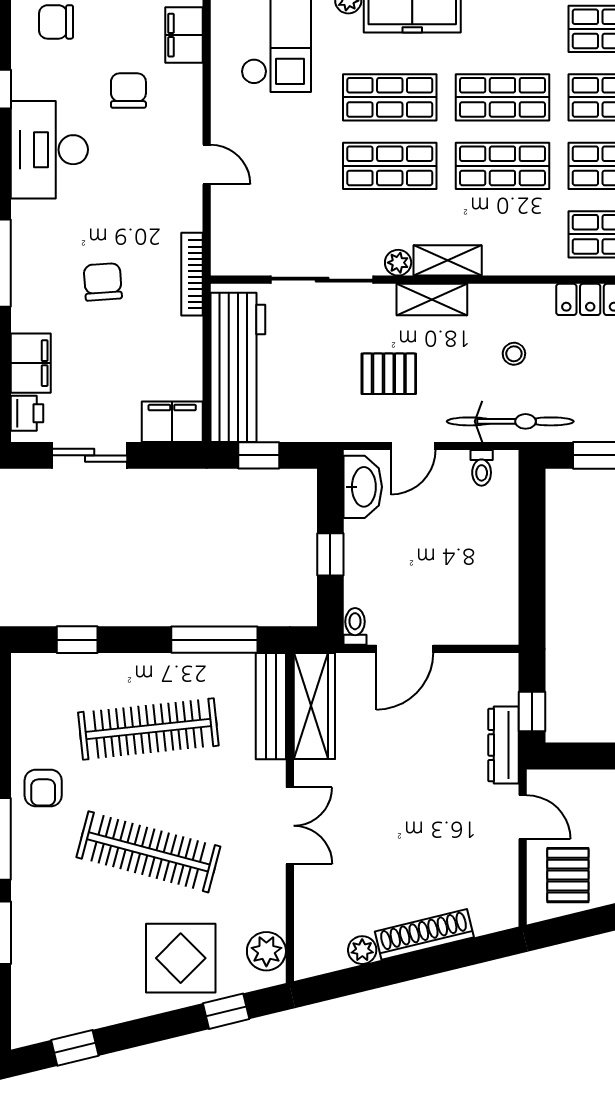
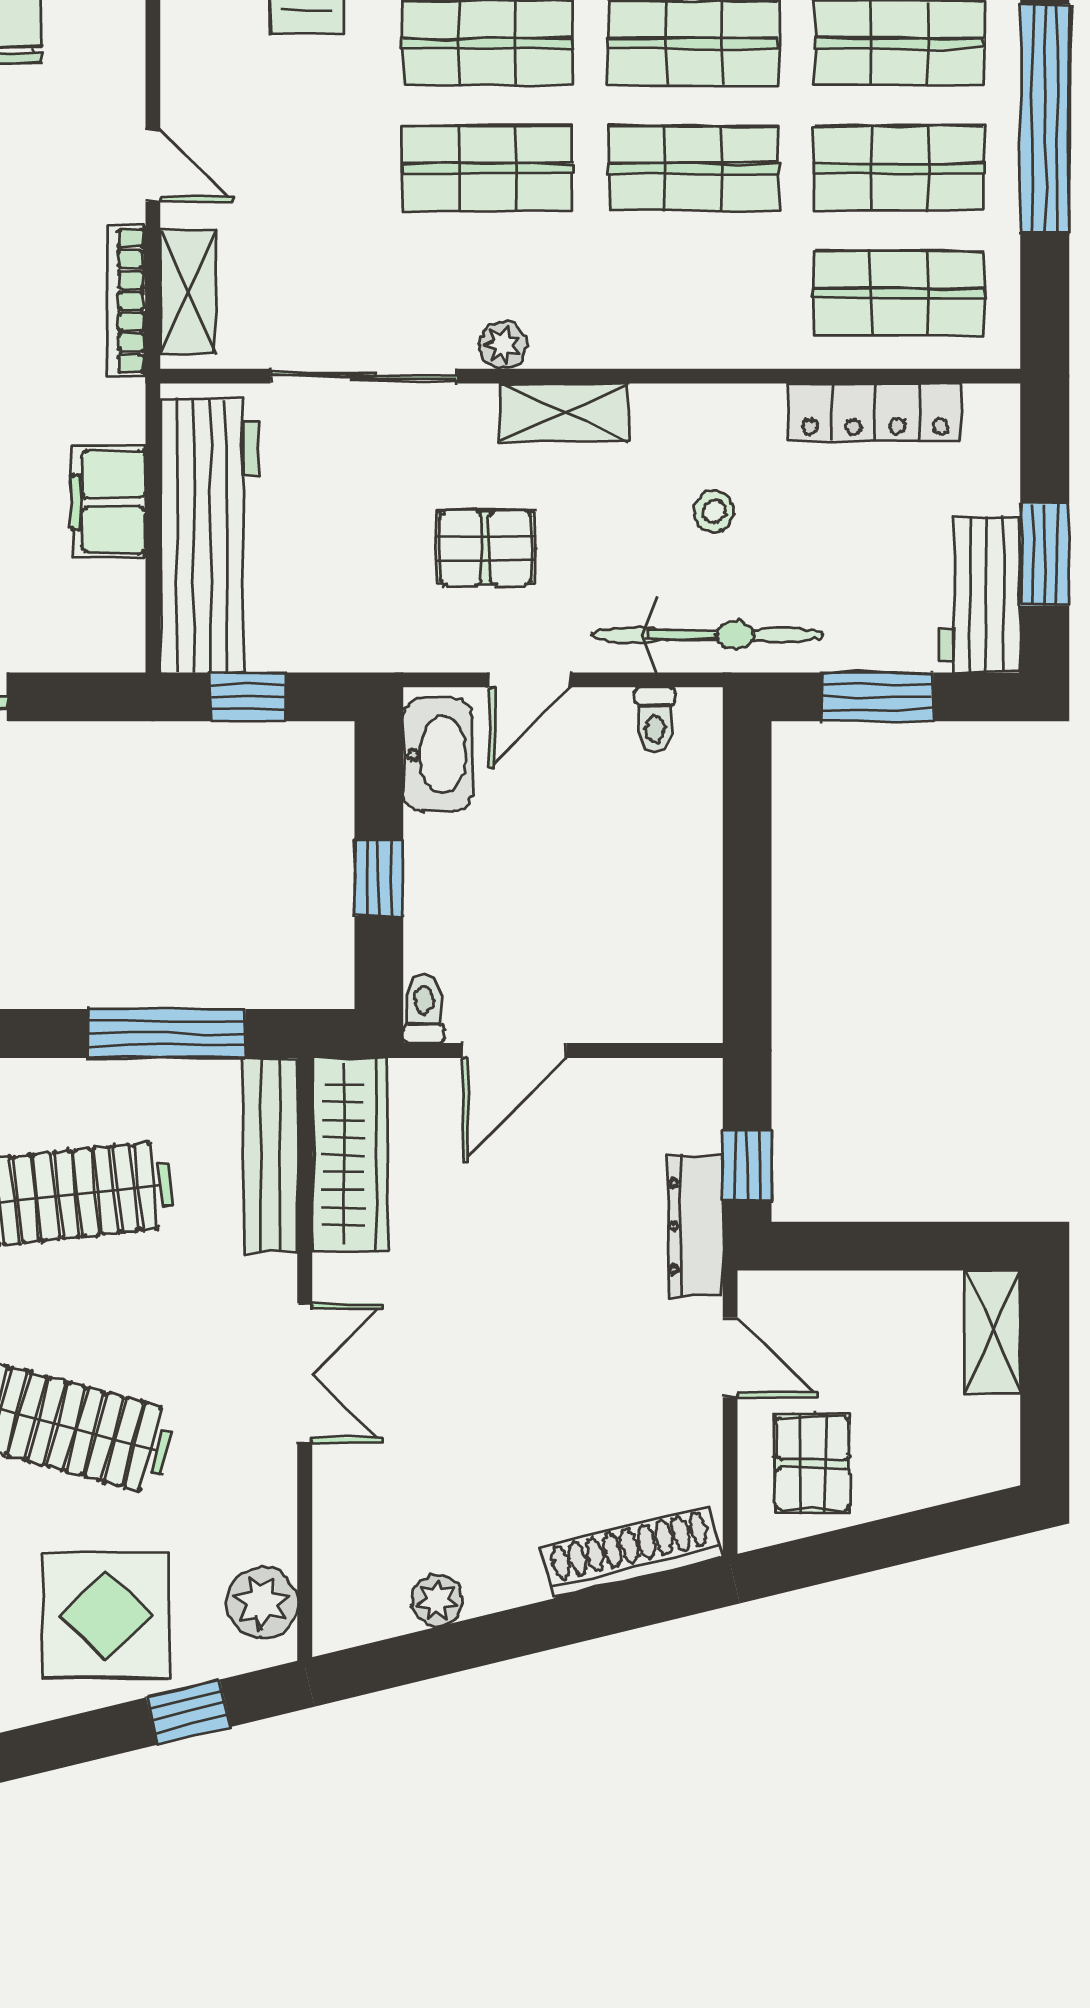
shelving: (448, 260) -> (188, 292), moved, turned 90
bookcase: (192, 274) -> (126, 301), moved
filing cabinet: (172, 422) -> (109, 502), moved, turned -90
shoe rack: (424, 934) -> (631, 1552), moved

